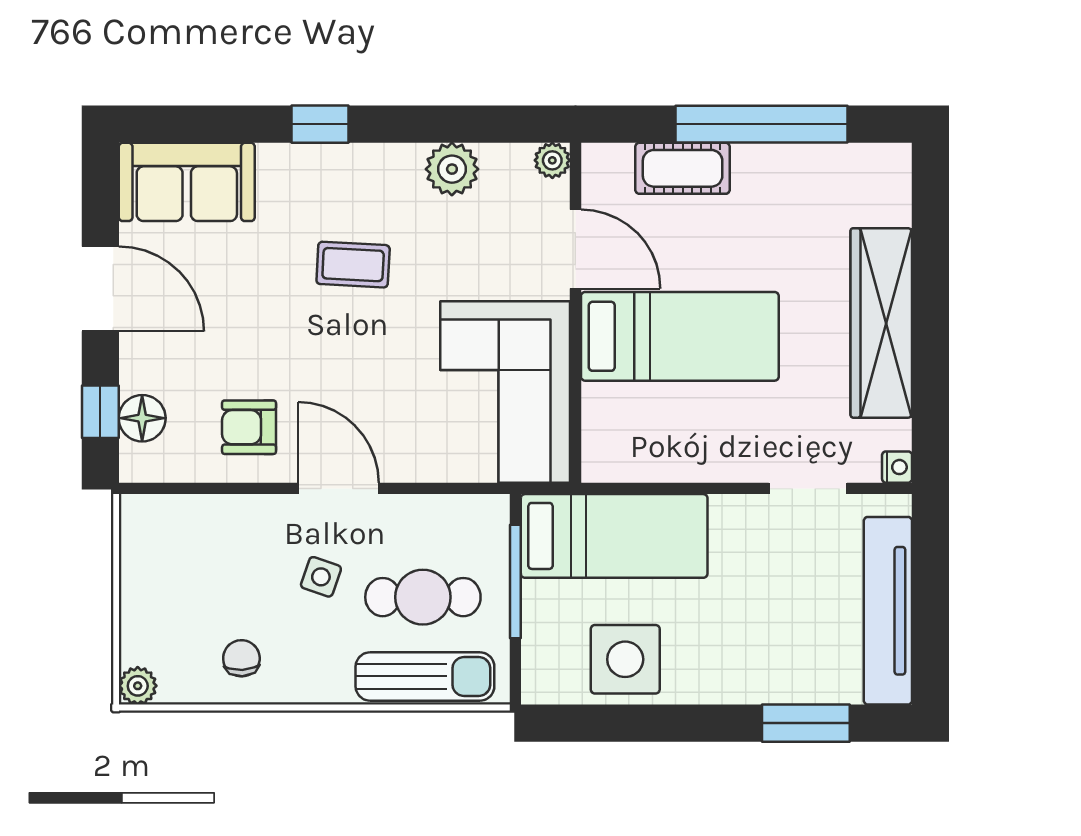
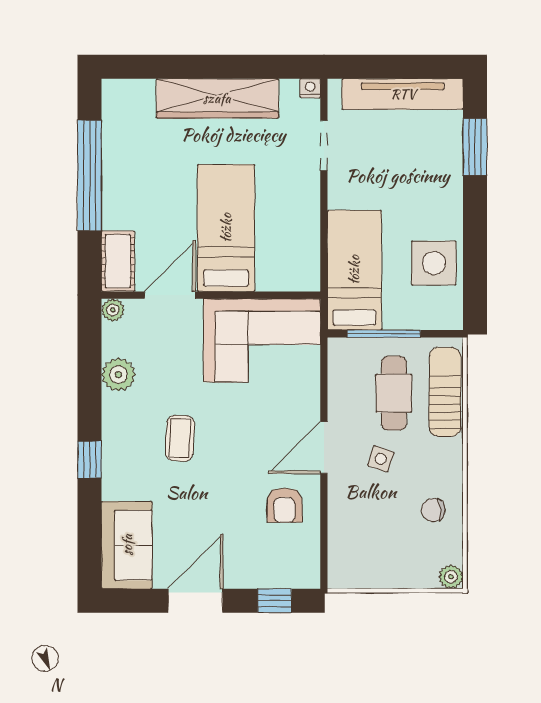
cot: (683, 168) -> (118, 261), moved
floor lamp: (142, 418) -> (279, 574), removed

